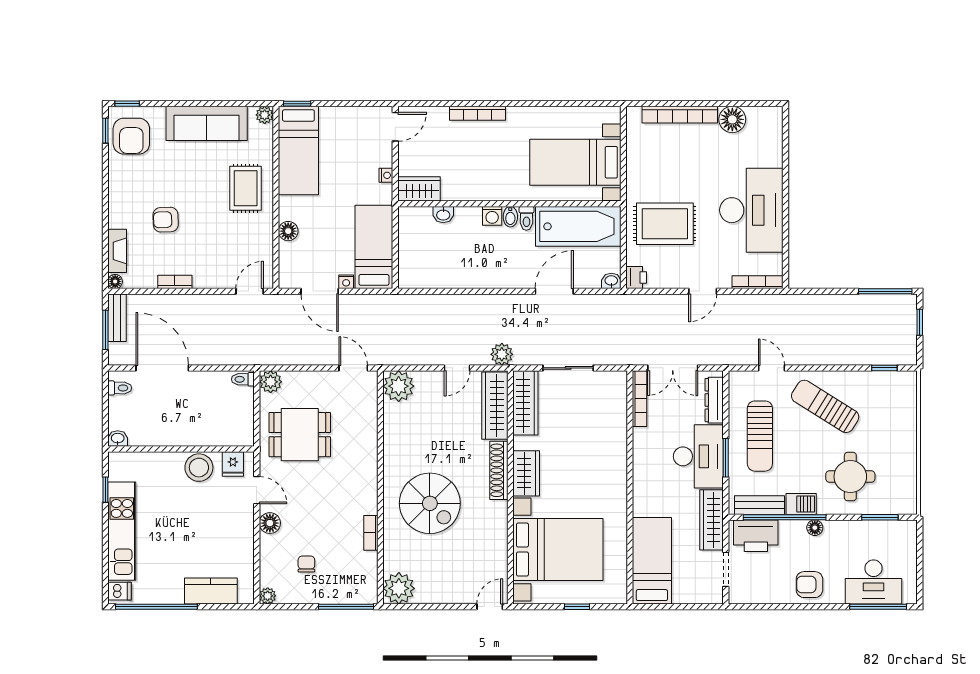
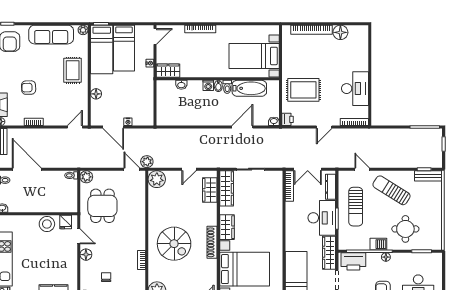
desk: (751, 210) -> (355, 89), width x0.73, depth x0.77
bathtub: (578, 226) -> (249, 88), width x0.73, depth x0.73
bed: (374, 247) -> (124, 48), moved, turned 180
plant: (502, 354) -> (147, 162), moved
wardrobe: (495, 406) -> (210, 190), width x0.67
dining table: (300, 435) -> (102, 206), turned 90
shoe rack: (499, 470) -> (212, 242), moved
bench: (760, 505) -> (428, 176), moved

